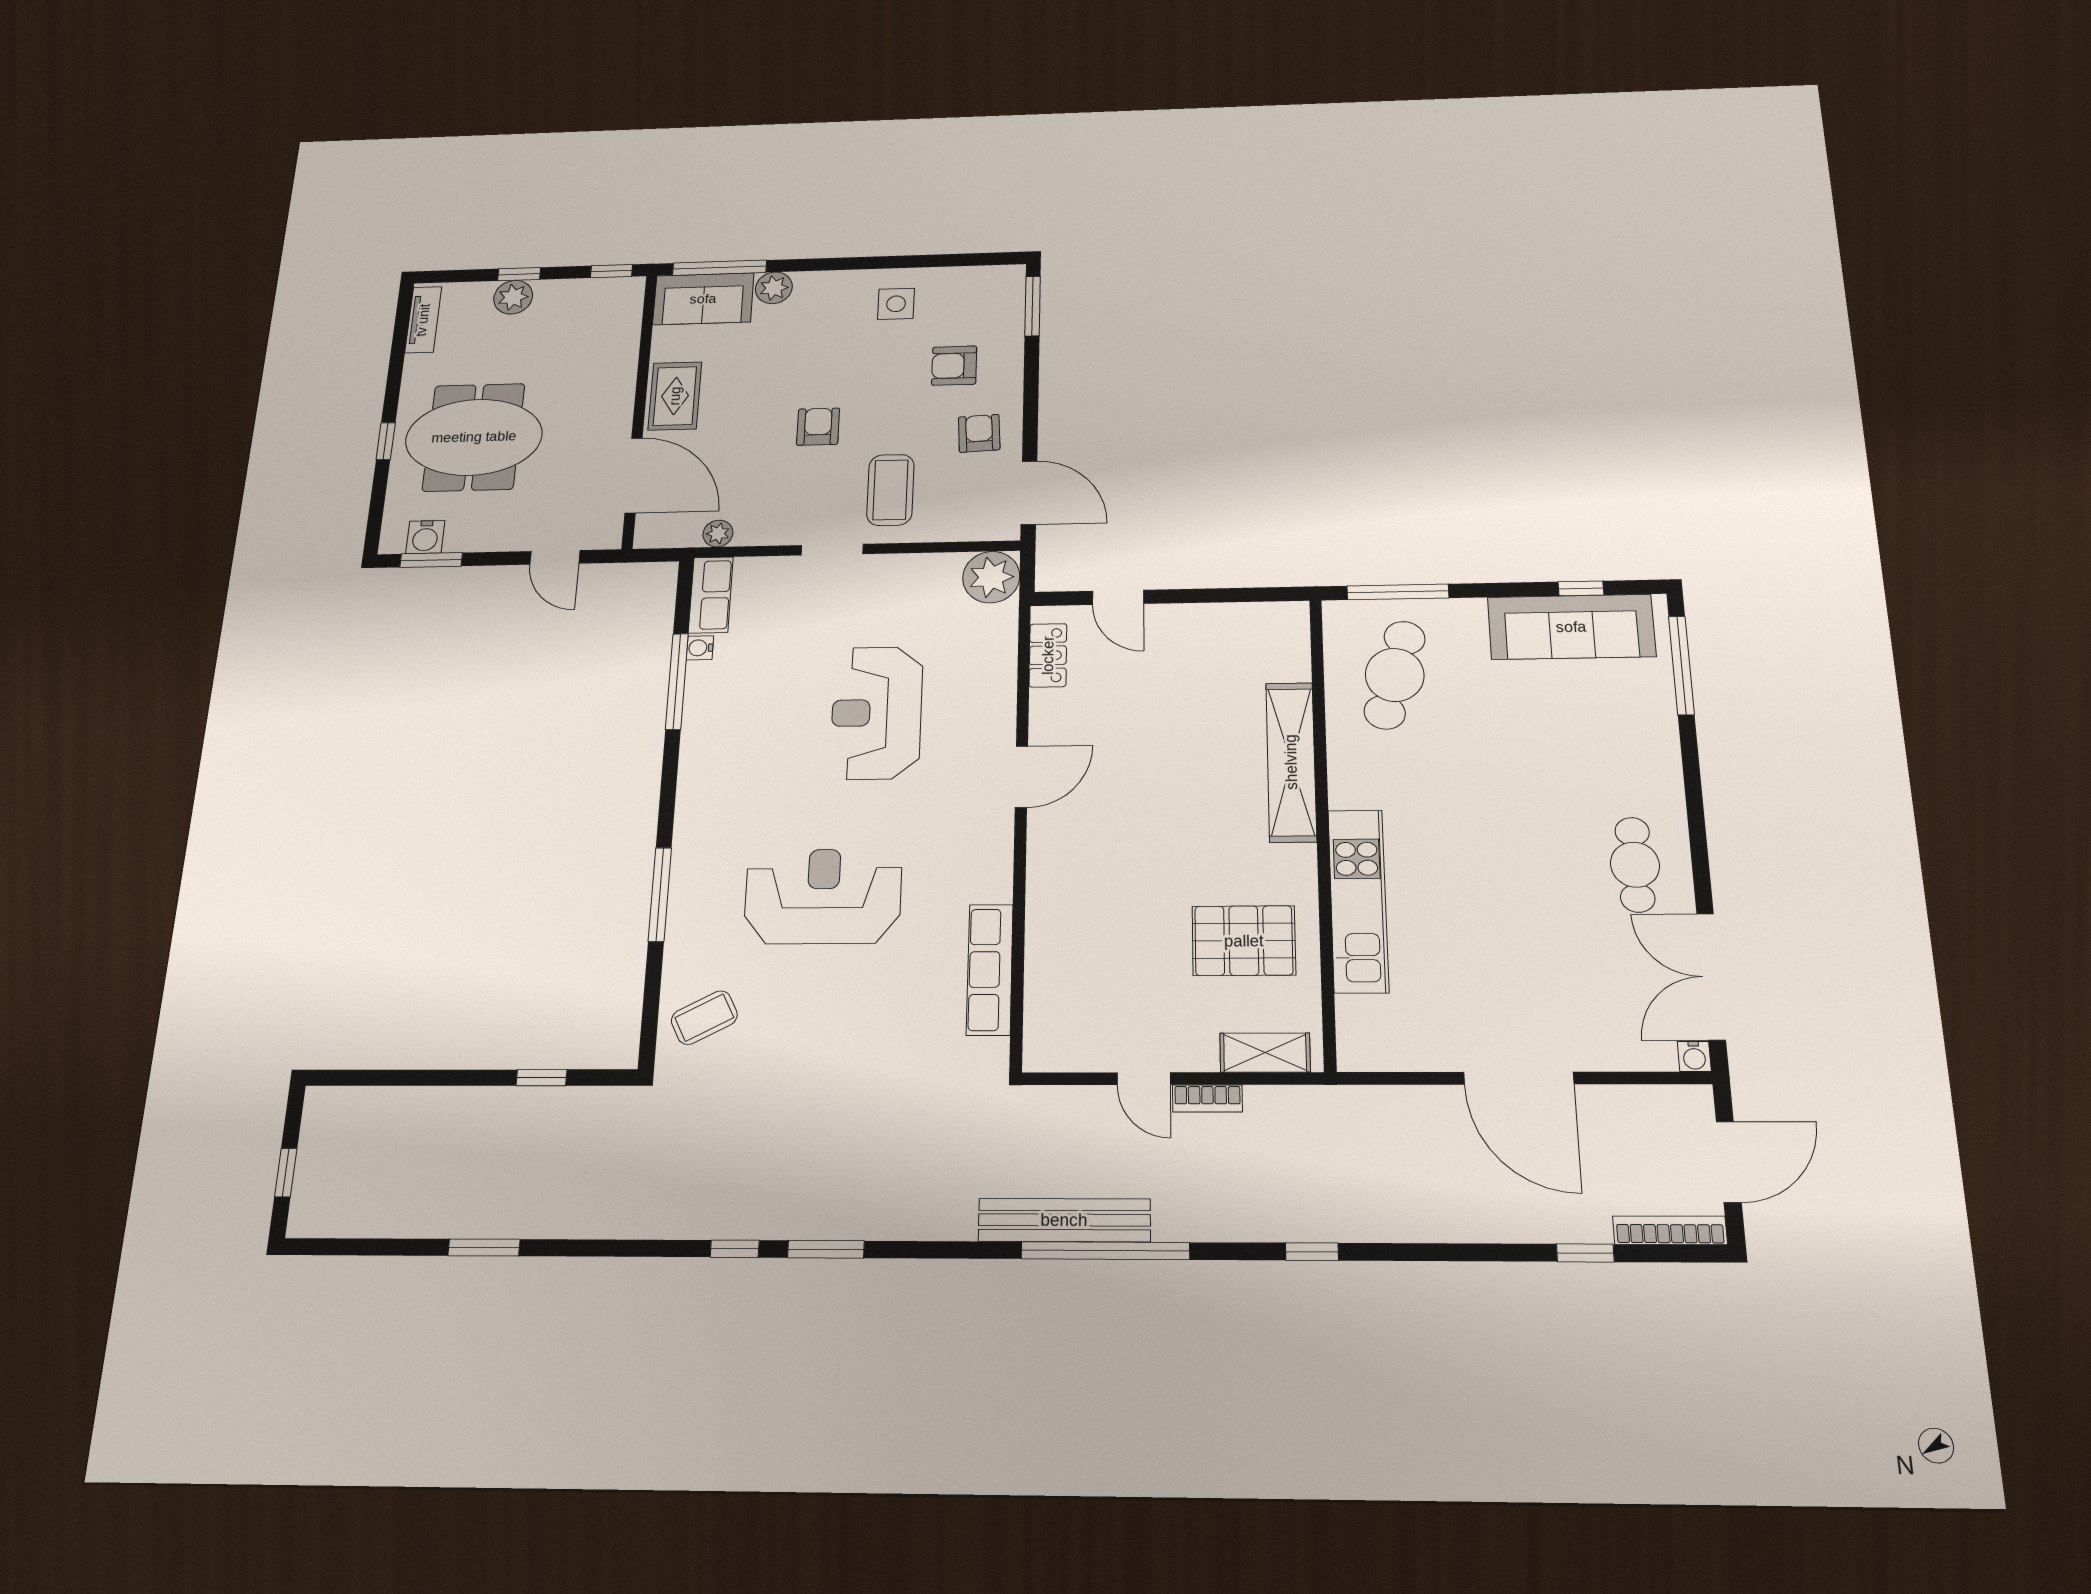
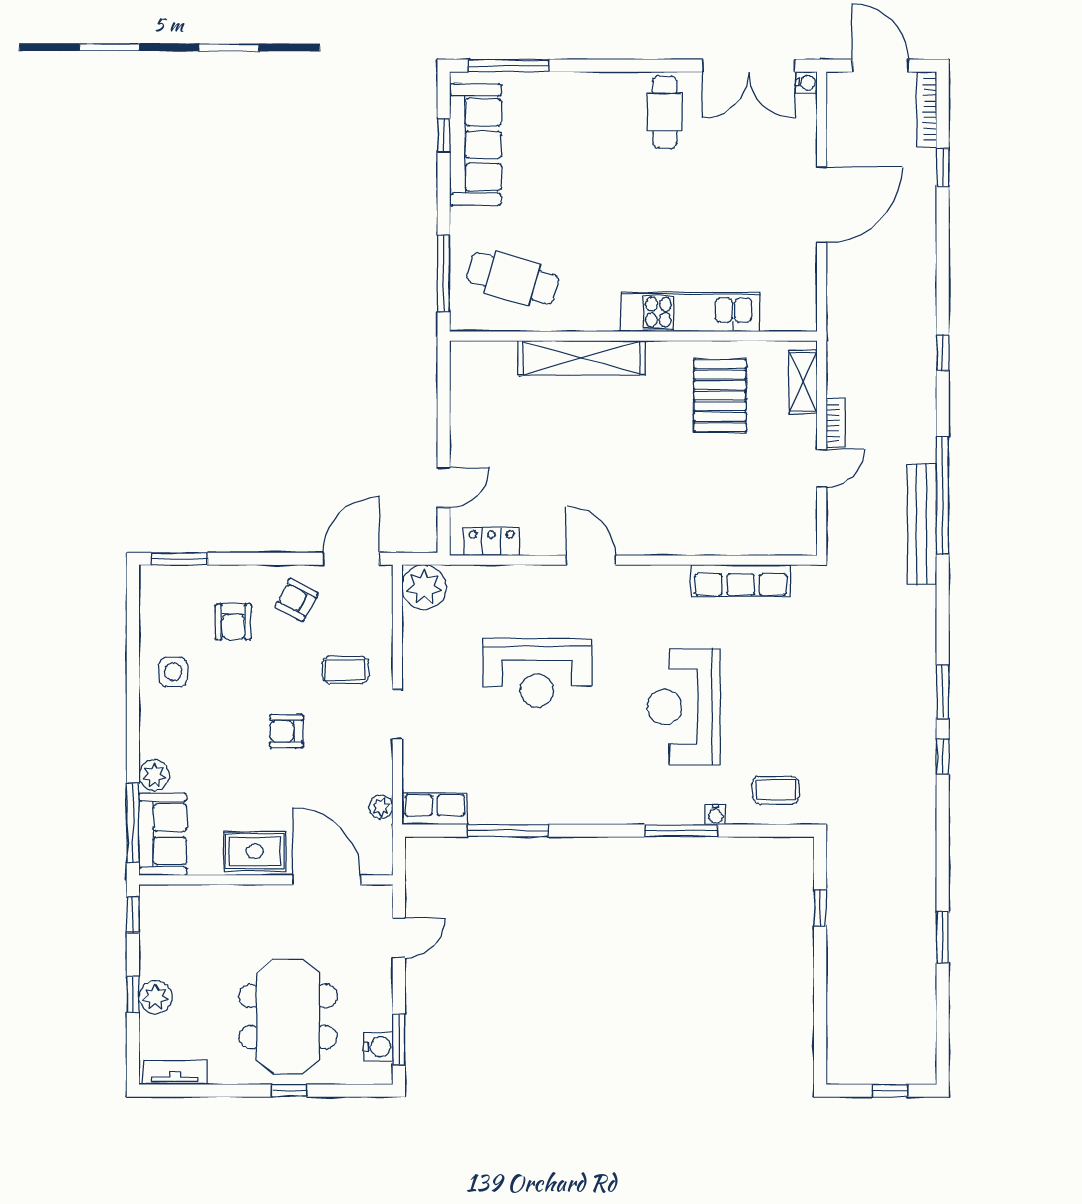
armchair: (979, 433) -> (296, 600), turned 31
door: (634, 475) -> (327, 880), hinge flipped
coffee table: (890, 490) -> (345, 670), width x0.73, depth x0.77
water cooler: (700, 648) -> (715, 815), moved
cafe table: (1635, 865) -> (665, 112), turned 90
coffee table: (704, 1018) -> (776, 790), turned -63

